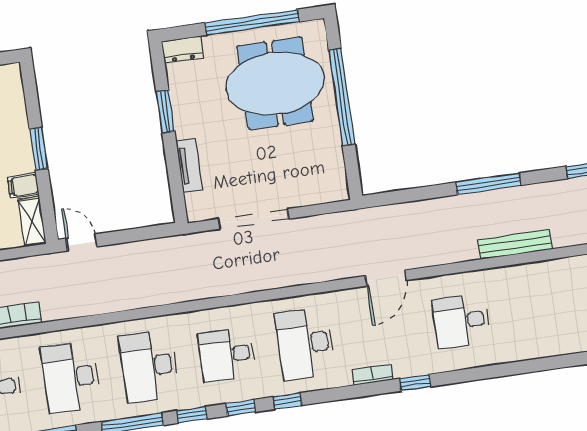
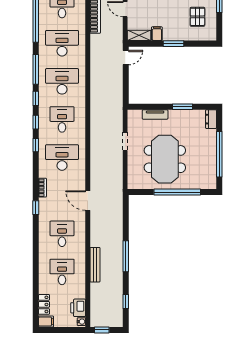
meeting table: (275, 84) -> (165, 159), moved
doorway: (253, 219) -> (125, 141), width x0.53
desk: (539, 310) -> (62, 272), added

